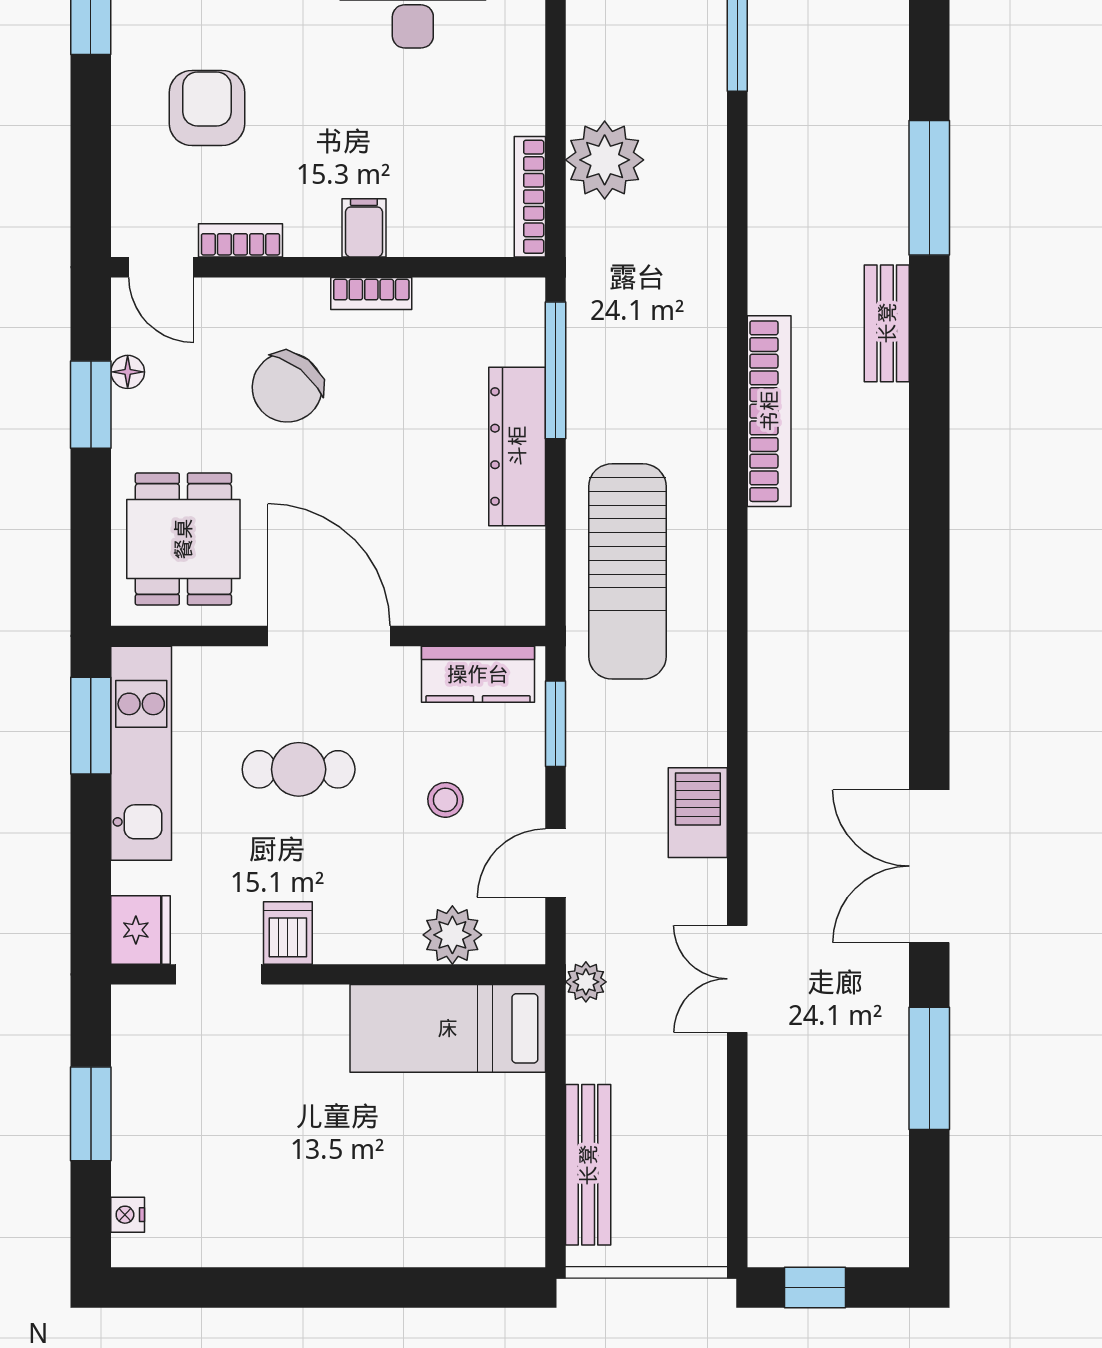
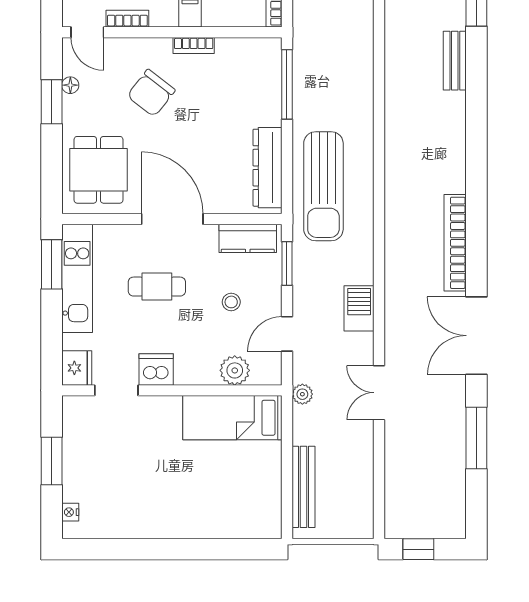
bookcase: (769, 411) -> (455, 243), moved, turned 180
dresser: (517, 446) -> (268, 168), moved
dishwasher: (288, 933) -> (156, 369), width x1.38

